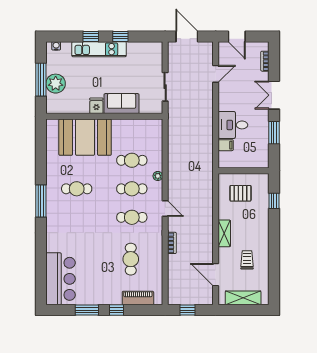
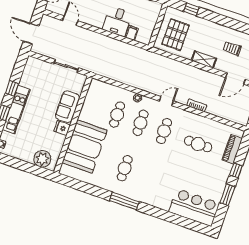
door: (187, 36) -> (31, 34), hinge flipped
window: (41, 80) -> (25, 166), removed
plant: (56, 84) -> (42, 159), moved
pallet: (240, 193) -> (176, 35), width x1.50, depth x1.42

